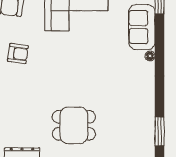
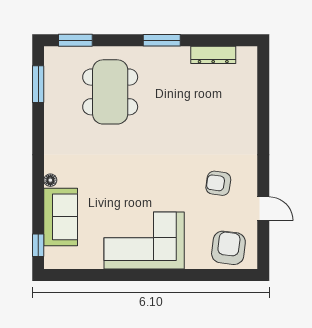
dining table: (74, 125) -> (110, 92), moved, width x1.38

